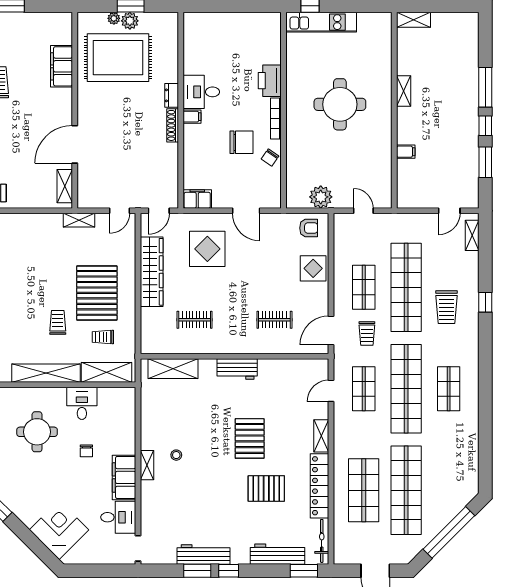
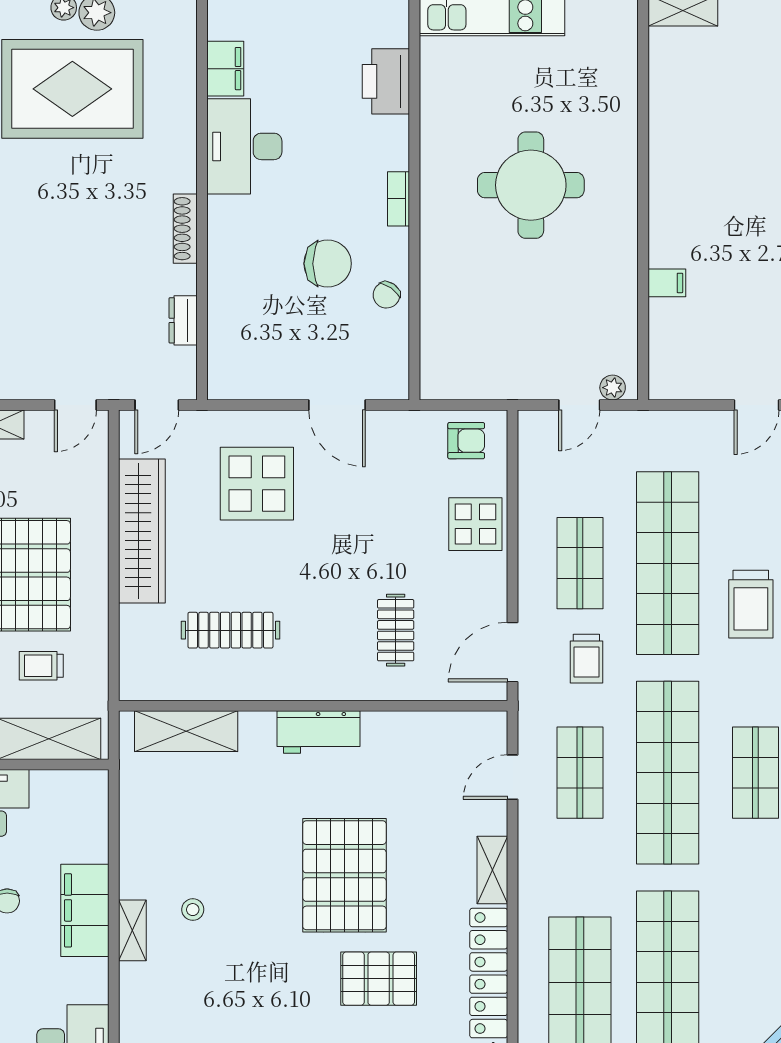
printer: (270, 81) -> (386, 81), moved
shelving: (404, 91) -> (662, 158), removed
desk: (201, 92) -> (244, 146), width x1.37
dresser: (172, 95) -> (183, 320), moved
filing cabinet: (192, 117) -> (225, 69), moved, width x2.00
bookcase: (276, 118) -> (399, 199), width x0.64
plant: (321, 197) -> (613, 388), moved, width x0.53, depth x0.53
filing cabinet: (197, 199) -> (236, 381), removed
door: (363, 211) -> (579, 405), swing flipped
clothes rail: (195, 320) -> (230, 630), width x1.36
clothes rail: (274, 320) -> (396, 630), turned 90
pallet: (250, 438) -> (344, 875), width x1.37, depth x1.41
filing cabinet: (124, 477) -> (85, 910), moved

